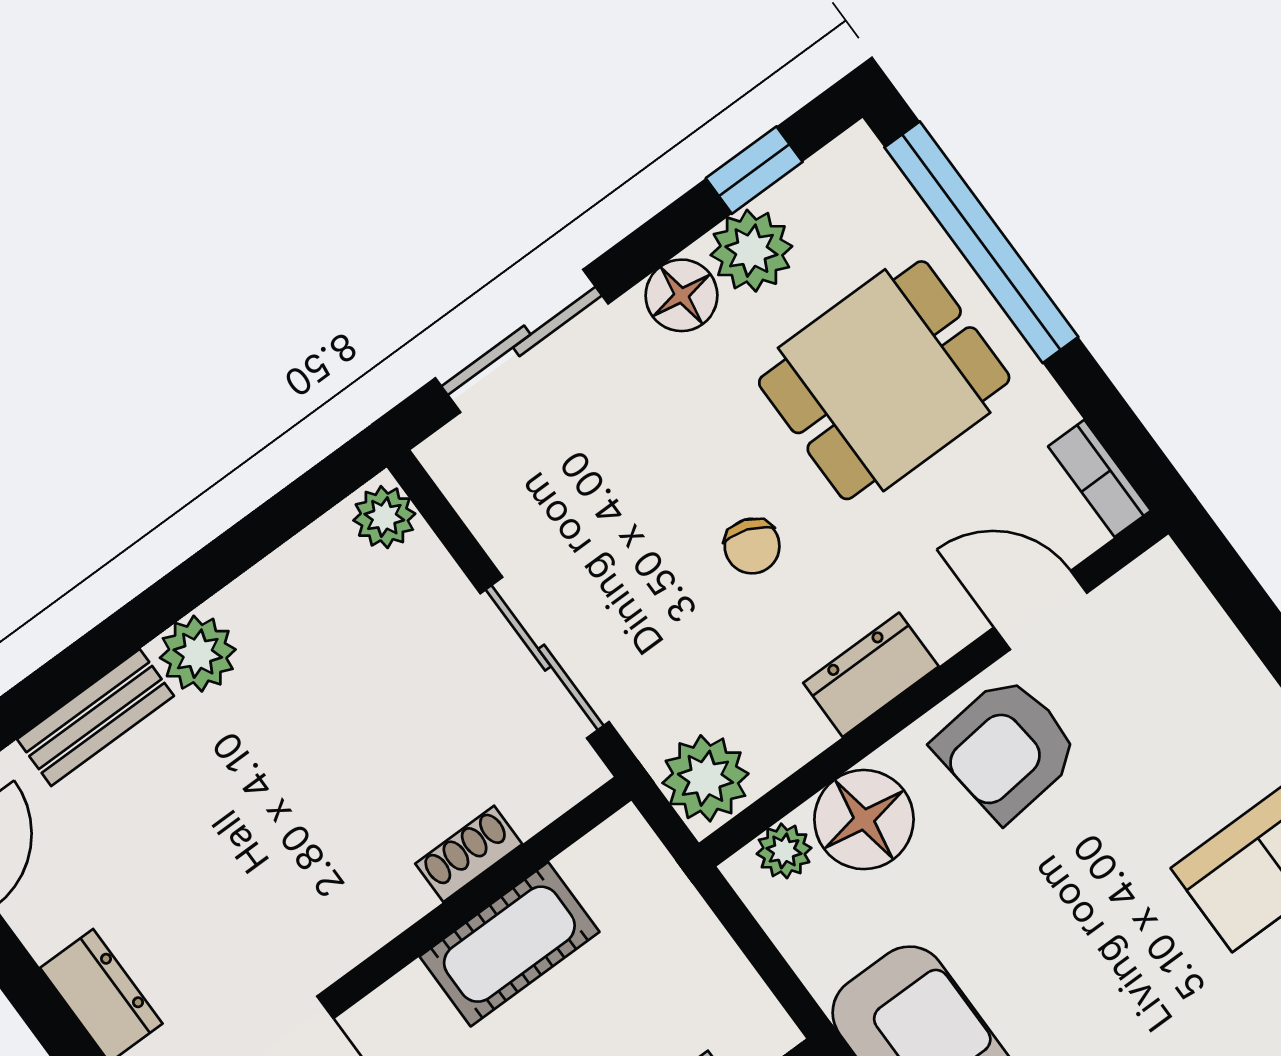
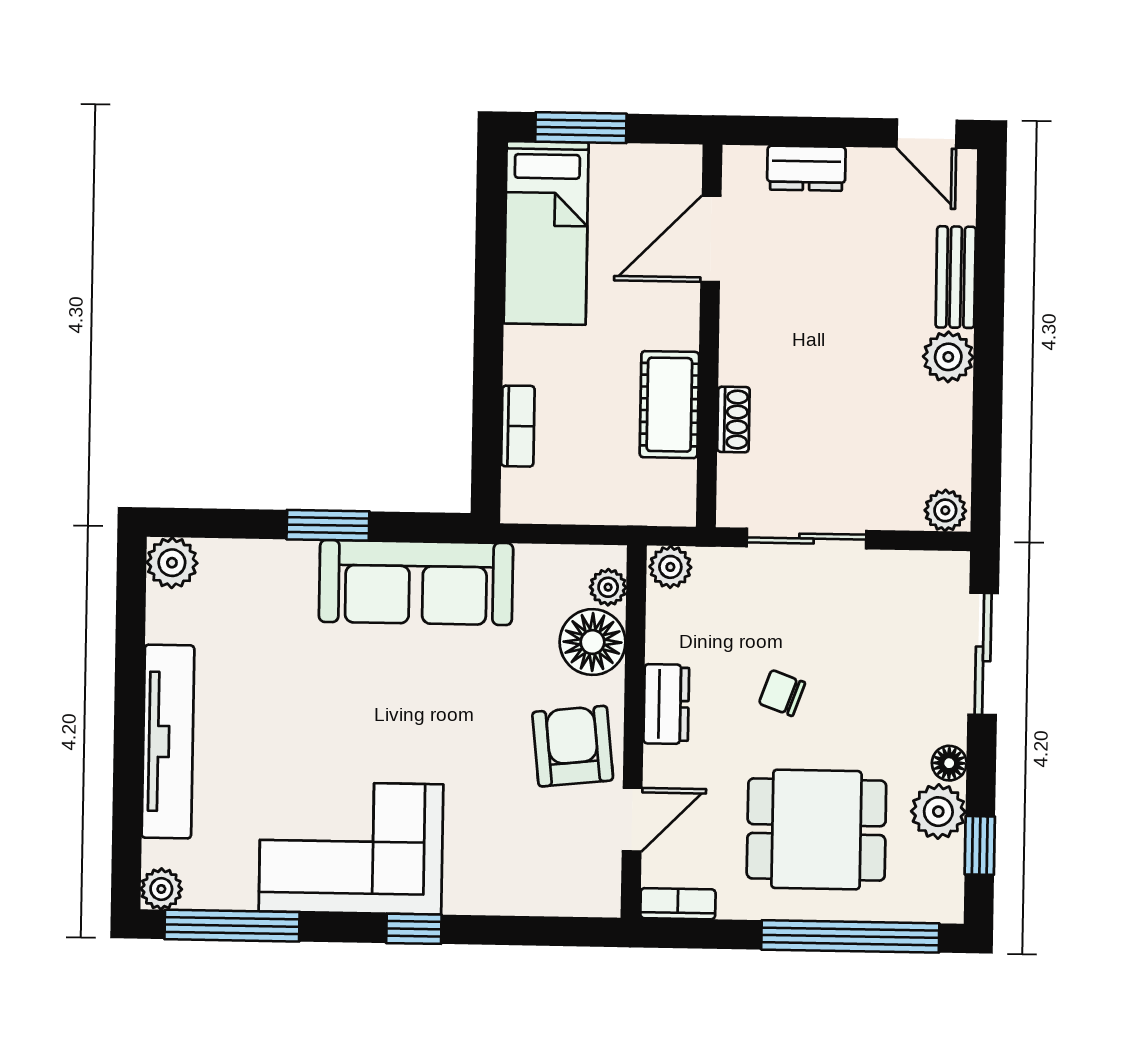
floor lamp: (681, 295) -> (949, 763), width x0.73, depth x0.73
dining table: (884, 380) -> (816, 830), turned 90
plant: (705, 778) -> (670, 567), width x0.73, depth x0.73

